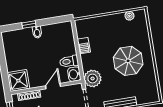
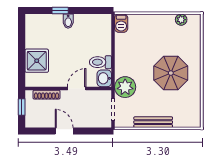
barbecue: (84, 46) -> (121, 23), moved
shower: (18, 81) -> (37, 61), moved

